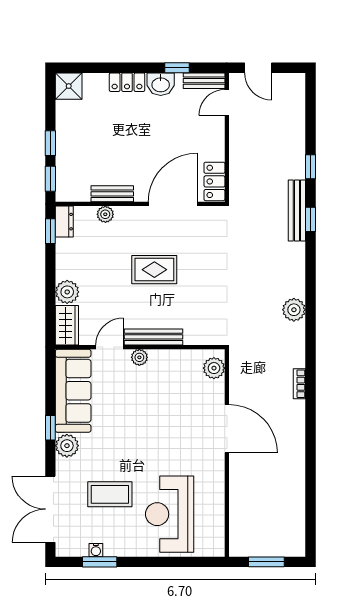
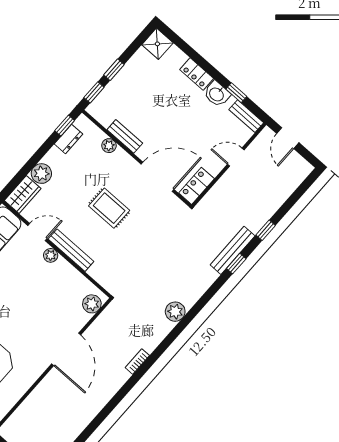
door: (227, 102) -> (236, 157), moved
dresser: (64, 222) -> (69, 139), moved

